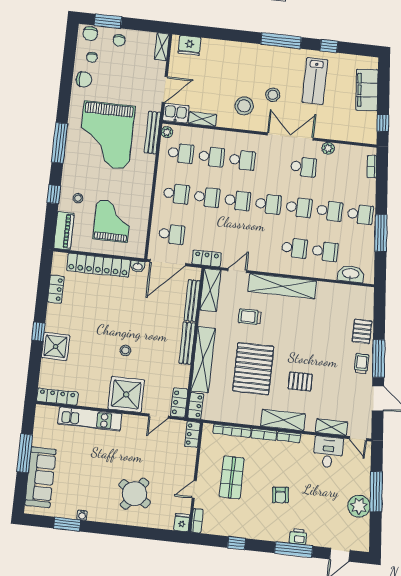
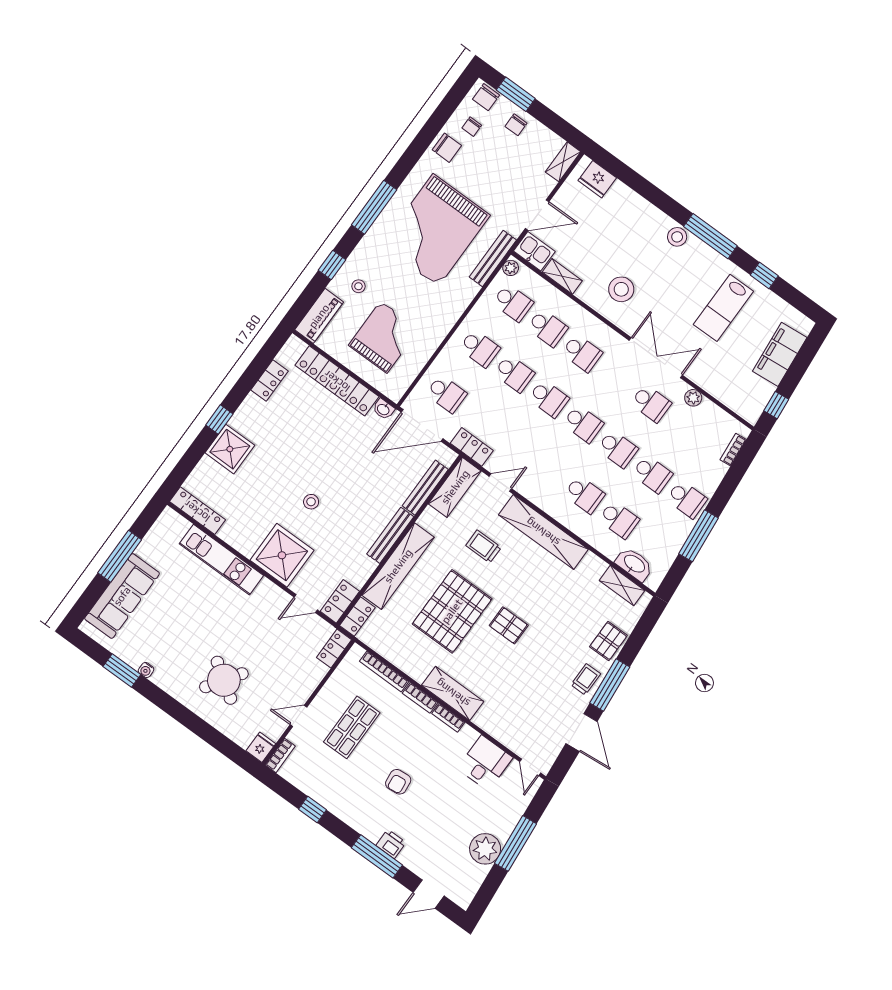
stool: (273, 95) -> (677, 237), moved
pallet: (300, 381) -> (509, 625), moved
shelving: (331, 427) -> (622, 586), moved

